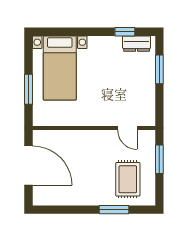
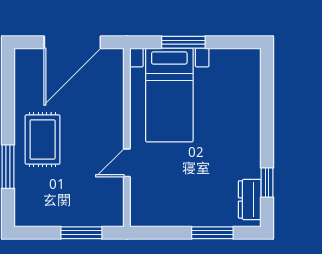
bed with nightstands: (60, 68) -> (169, 95), moved, turned -90
door: (127, 128) -> (127, 163), moved
rug: (128, 179) -> (43, 140), moved, turned 90

